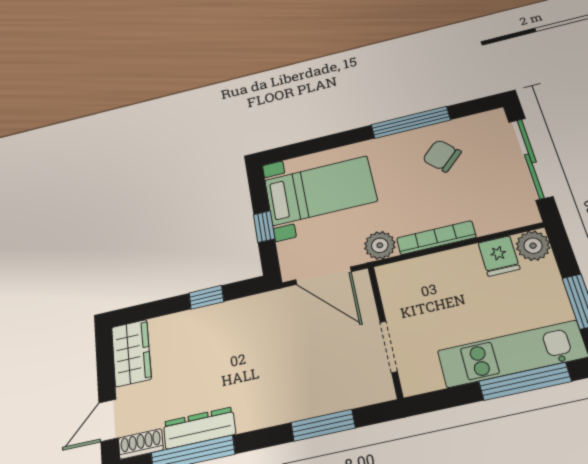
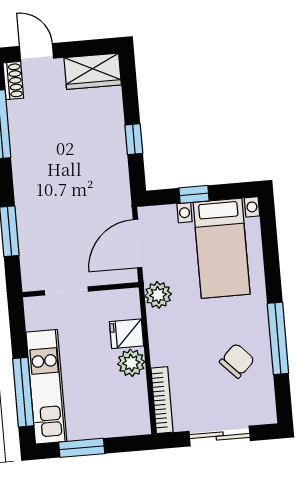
sliding door: (530, 158) -> (220, 436), width x0.73
bookcase: (436, 238) -> (162, 400), moved
plant: (533, 246) -> (131, 363), moved
fridge: (499, 256) -> (127, 334), moved
dresser: (199, 428) -> (20, 130), removed

